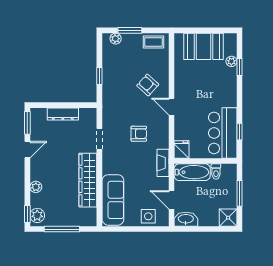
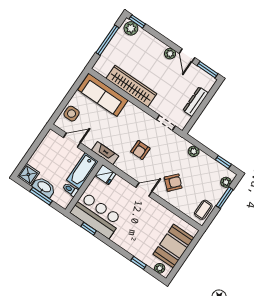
plant: (231, 61) -> (160, 268), moved
window: (99, 76) -> (223, 162), moved
plant: (108, 86) -> (194, 151), added
doorway: (99, 139) -> (166, 123), moved
plant: (36, 187) -> (170, 54), moved
washbasin: (186, 219) -> (44, 187), moved, turned -90

